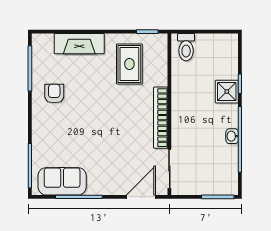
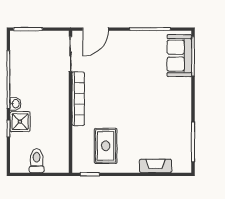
fireplace: (79, 44) -> (156, 166), width x0.73, depth x0.76
toilet: (186, 47) -> (37, 161), moved
armchair: (54, 94) -> (172, 120), removed
washbasin: (232, 136) -> (15, 104), moved
sofa: (62, 181) -> (179, 56), moved, turned 90

